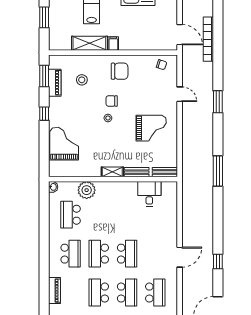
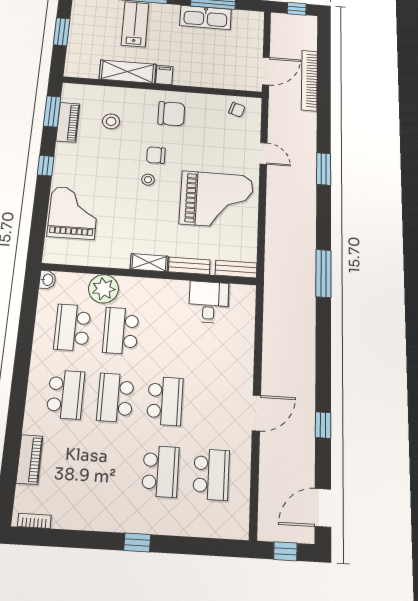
door: (180, 35) -> (266, 71), hinge flipped
grand piano: (151, 128) -> (216, 200), width x1.37, depth x1.48
school desk: (99, 293) -> (121, 331), moved

